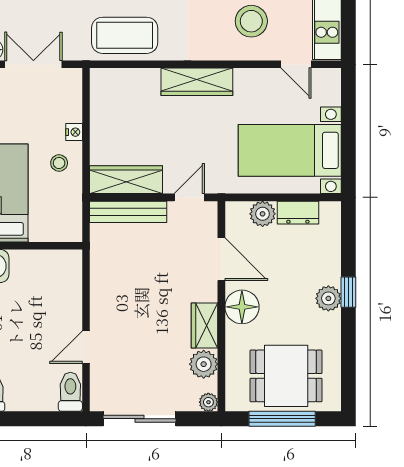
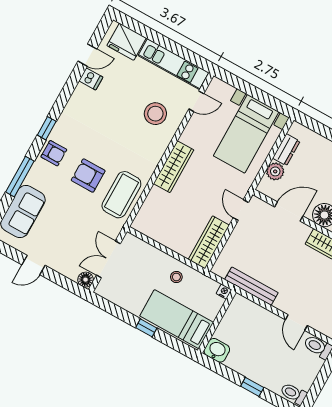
nightstand: (74, 132) -> (224, 292), moved
bench: (128, 212) -> (251, 286), moved, turned 90

